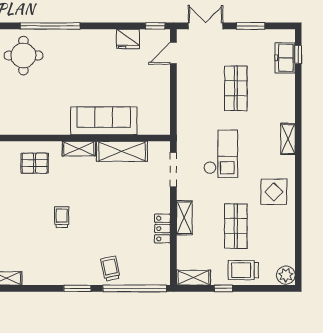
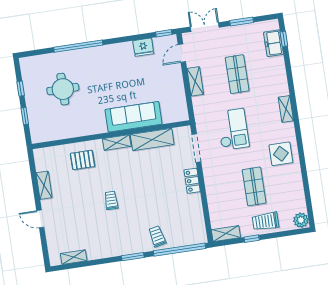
round table: (23, 56) -> (63, 89), moved
shelving: (184, 218) -> (195, 81), moved
locker: (162, 229) -> (192, 181), moved

